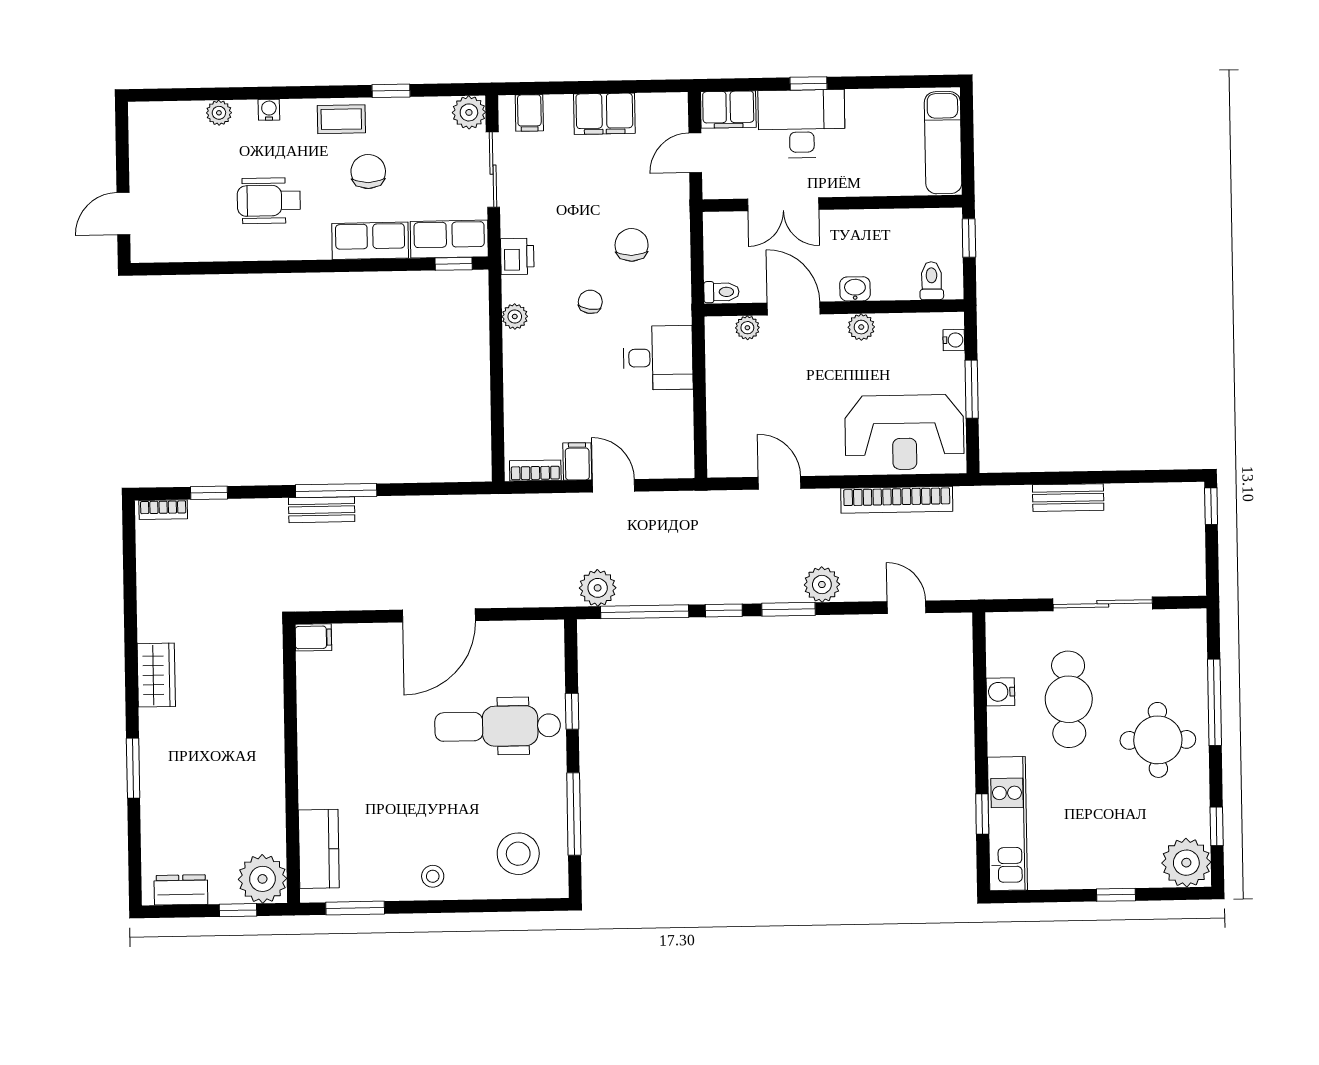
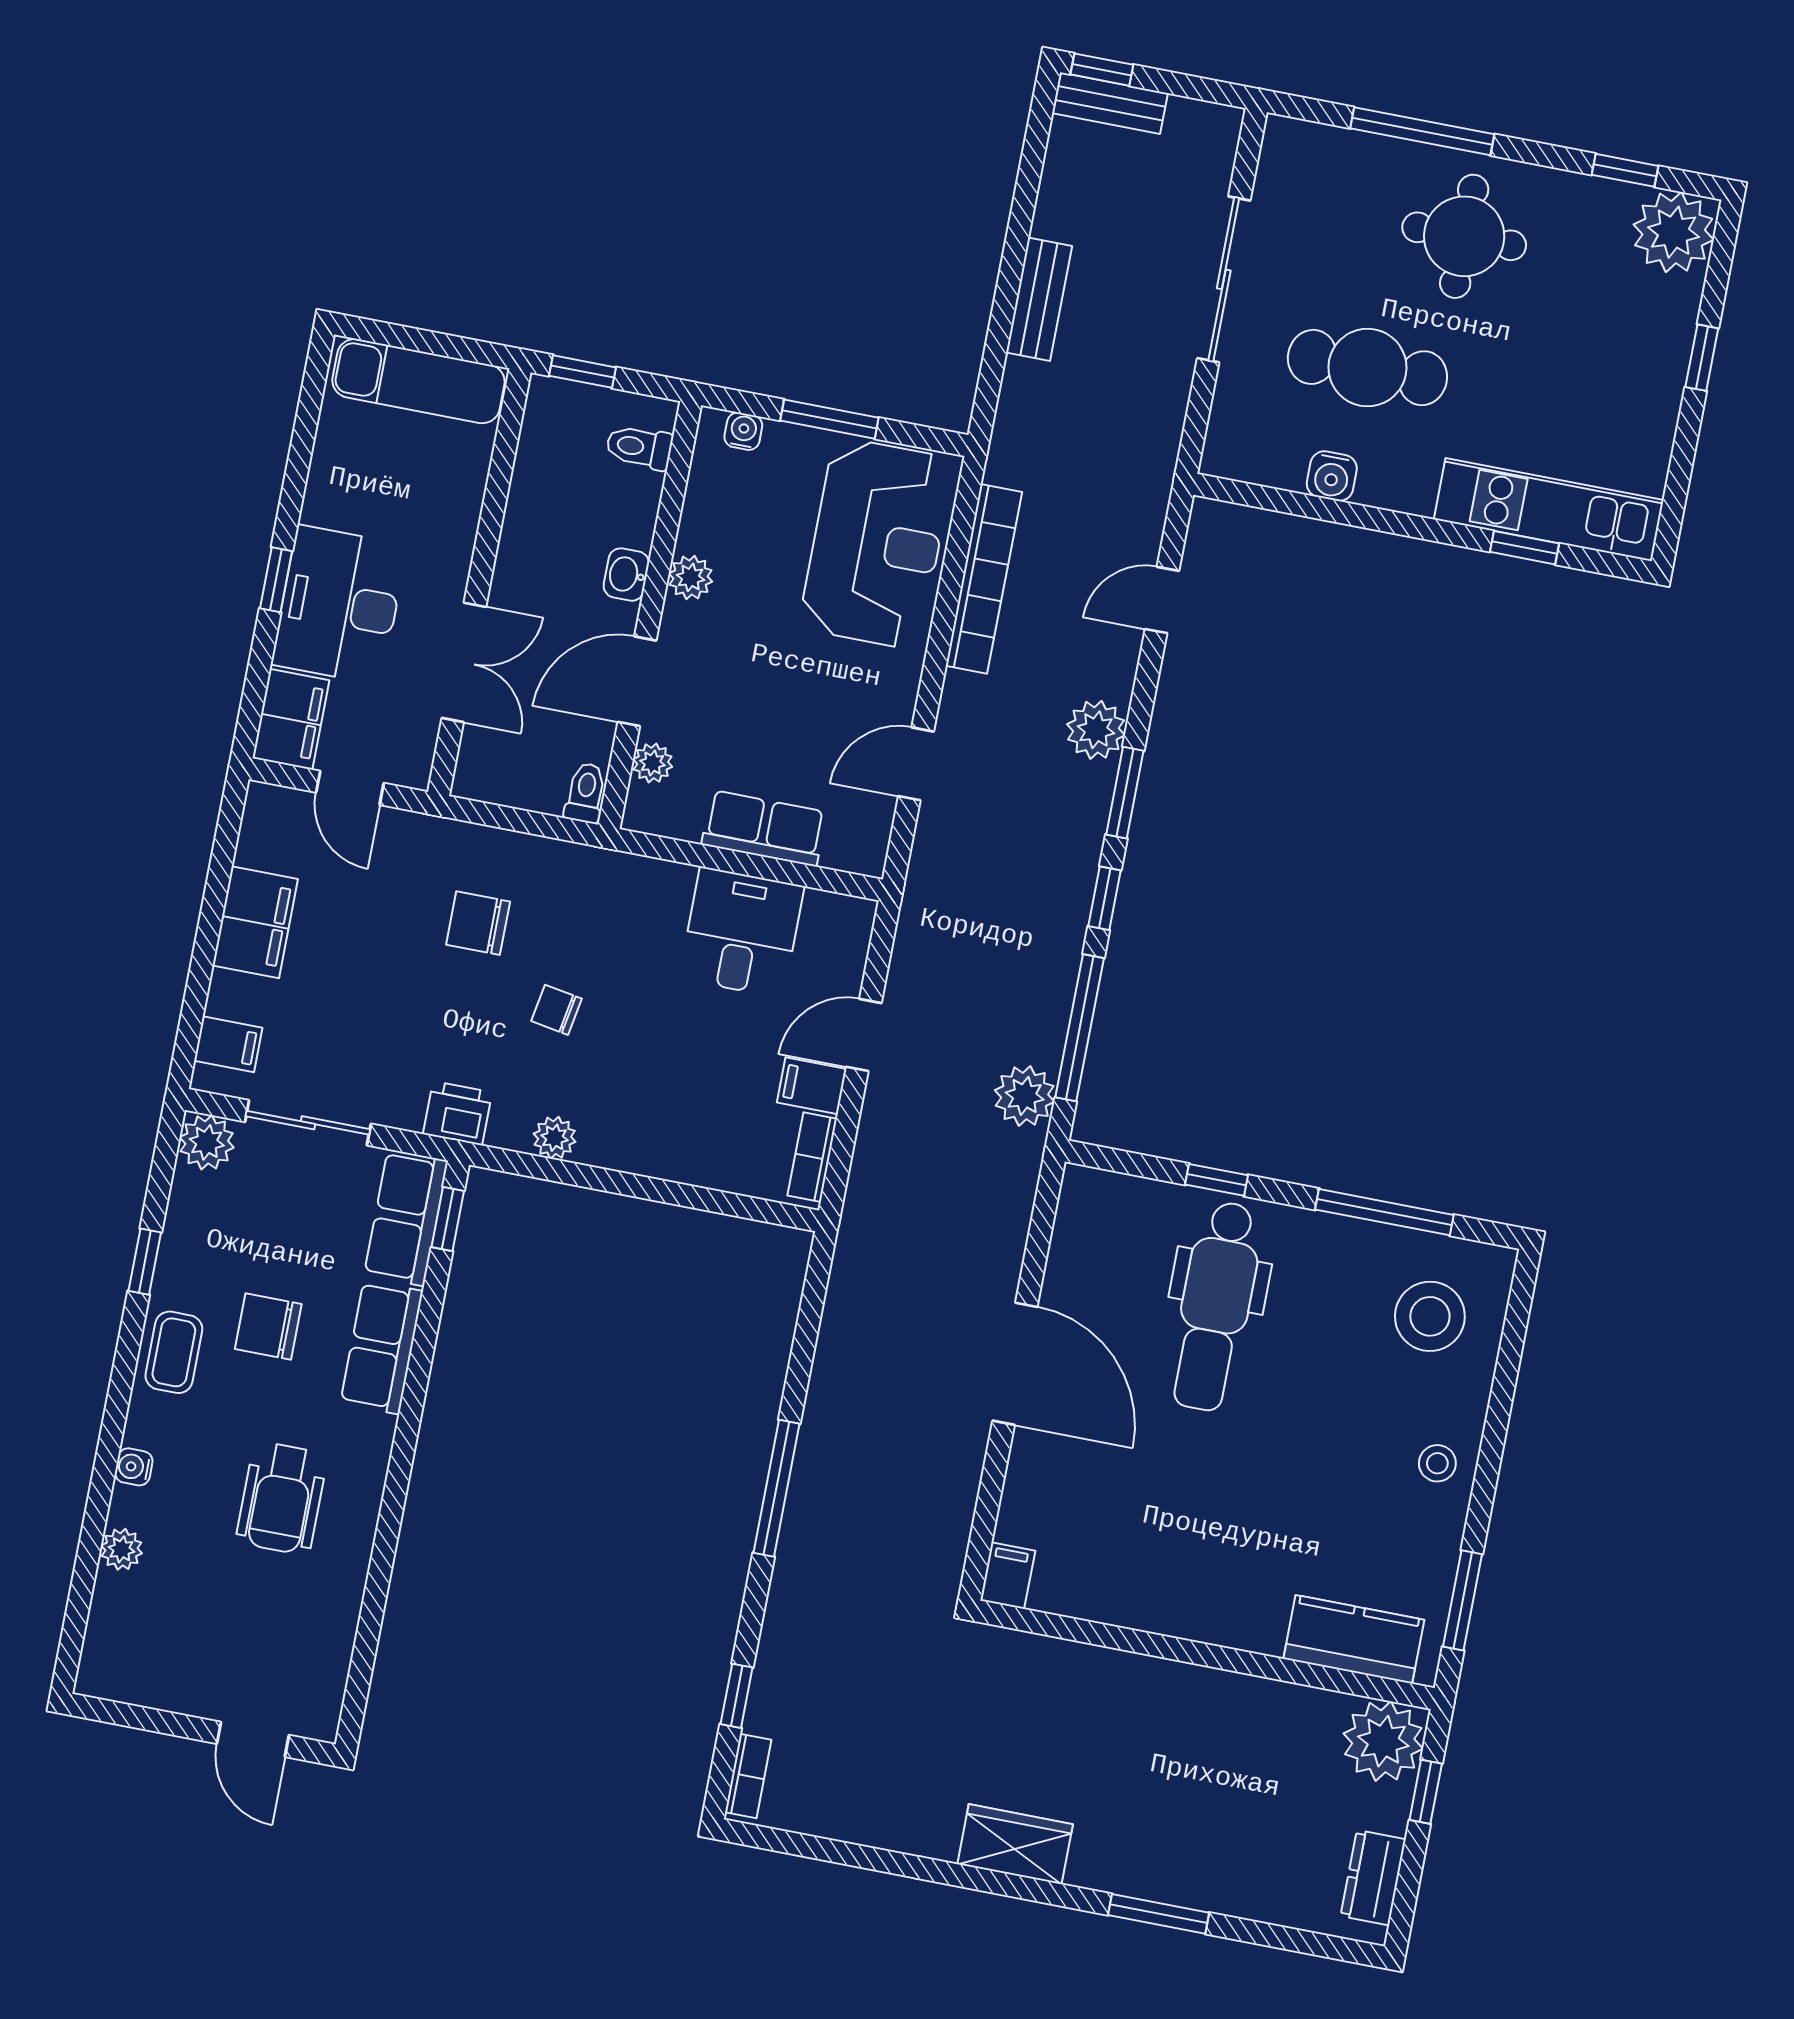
desk: (658, 358) -> (742, 932), moved
row of seats: (723, 401) -> (764, 828), added
bench: (322, 510) -> (1110, 103), moved, turned 90

